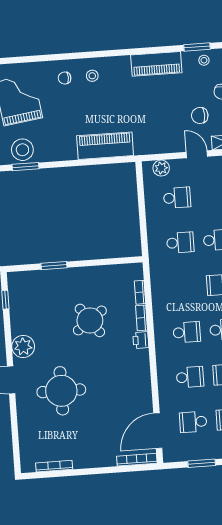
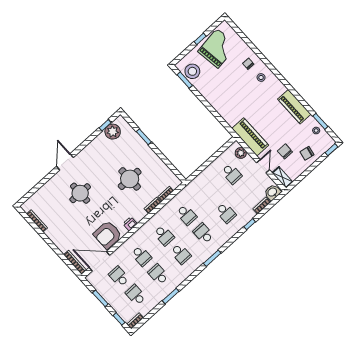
piano: (105, 146) -> (250, 137), moved
school desk: (180, 243) -> (187, 215), moved
round table: (90, 320) -> (130, 179), turned 36
printer: (141, 340) -> (130, 224), moved
plant: (23, 346) -> (113, 132), moved
round table: (61, 391) -> (80, 193), width x0.73, depth x0.73
armchair: (134, 397) -> (108, 235), added

